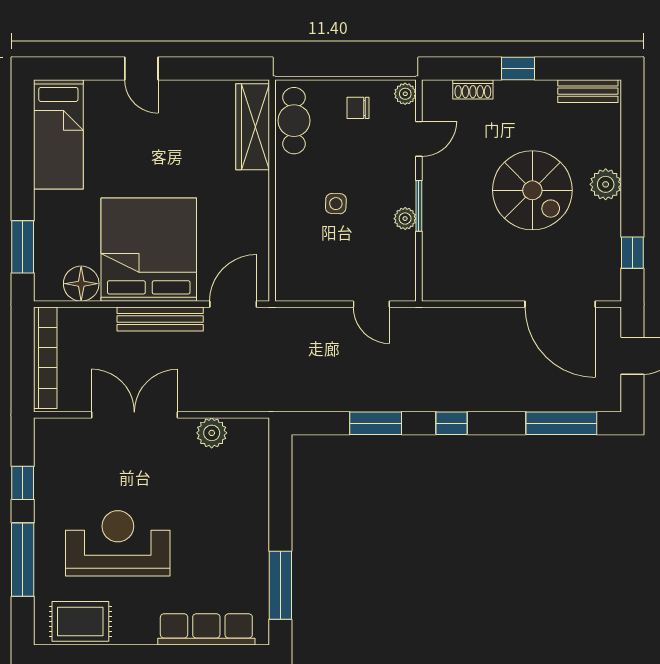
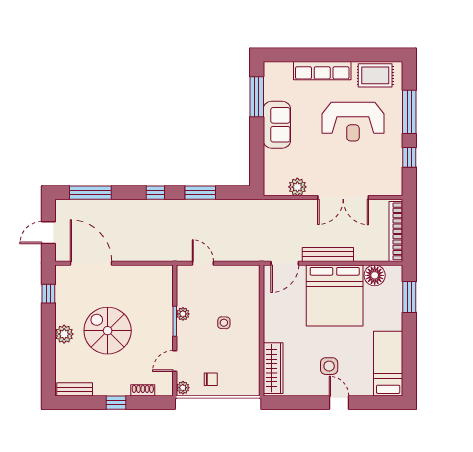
cafe table: (294, 121) -> (249, 372), removed
side table: (158, 130) -> (329, 366), added
sofa: (246, 538) -> (277, 125), added
row of seats: (206, 629) -> (322, 71), moved

